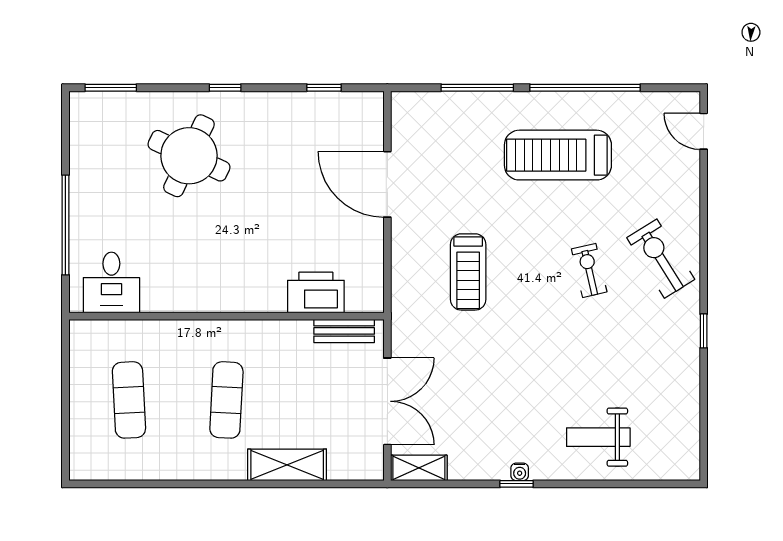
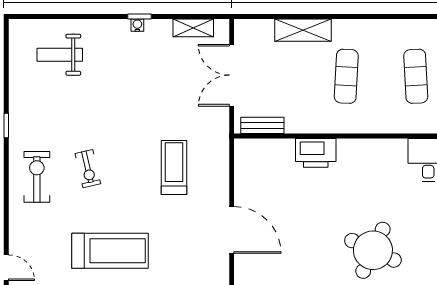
exercise bike: (661, 259) -> (37, 177), turned -148
printer: (316, 292) -> (316, 153), moved
weight bench: (598, 437) -> (60, 55), moved, turned 180
shelving: (419, 468) -> (193, 28), moved

